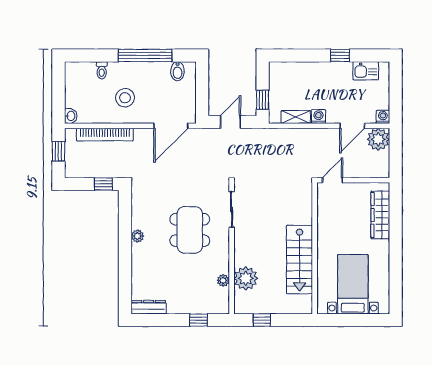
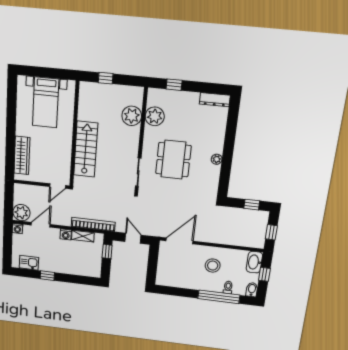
window: (145, 55) -> (219, 297), moved
bidet: (178, 71) -> (252, 290), moved
window: (58, 94) -> (264, 274), added
washbasin: (71, 116) -> (254, 262), width x1.91, depth x1.45
door: (230, 122) -> (133, 238), swing flipped
bookcase: (105, 134) -> (93, 224), moved
window: (103, 184) -> (252, 205), moved
stairs: (300, 260) -> (86, 149), moved
plant: (223, 280) -> (155, 116), width x1.87, depth x1.87
window: (262, 320) -> (106, 78), moved

